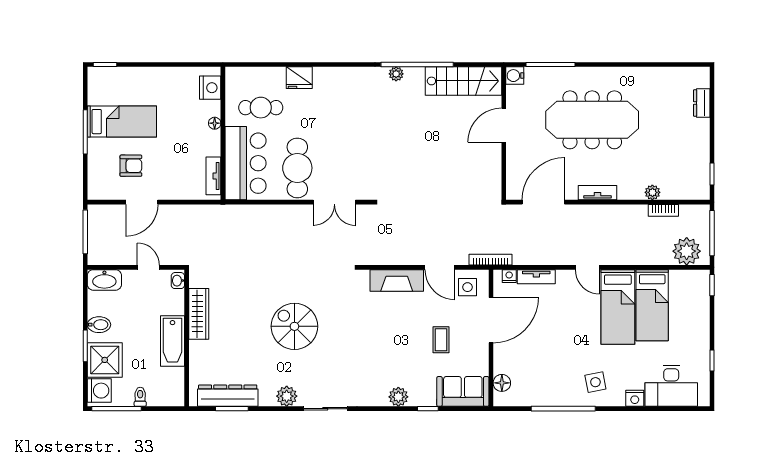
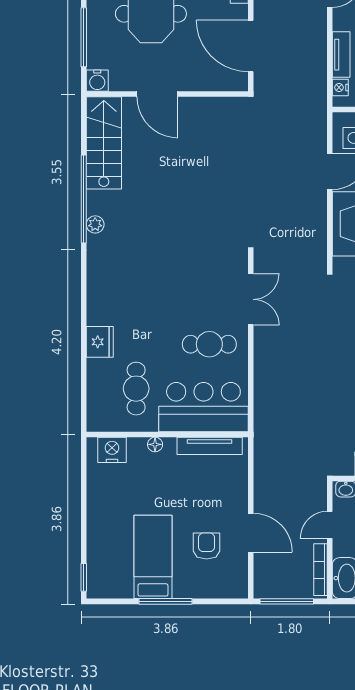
cafe table: (297, 168) -> (209, 344), width x0.73, depth x0.74
tv unit: (213, 176) -> (210, 446), width x1.41
bookcase: (491, 260) -> (320, 570), moved

